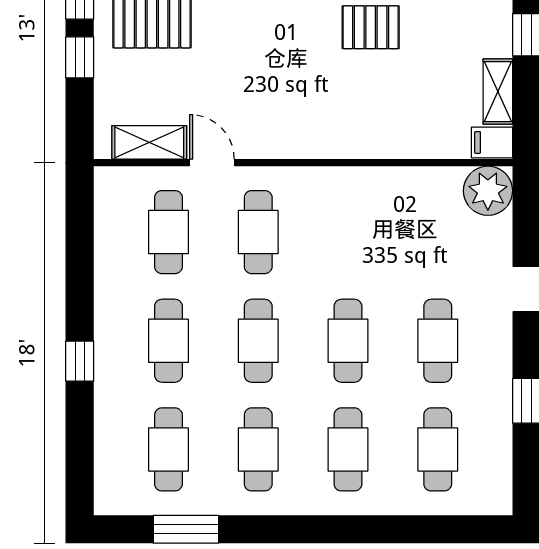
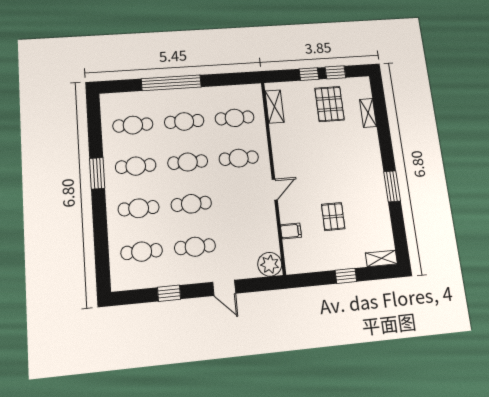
pallet: (371, 27) -> (333, 217), moved
shelving: (498, 92) -> (317, 265), removed
filing cabinet: (492, 142) -> (291, 231), moved, turned 90
door: (212, 163) -> (275, 190), moved
window: (80, 361) -> (171, 83), width x3.17
window: (186, 529) -> (97, 173), moved

